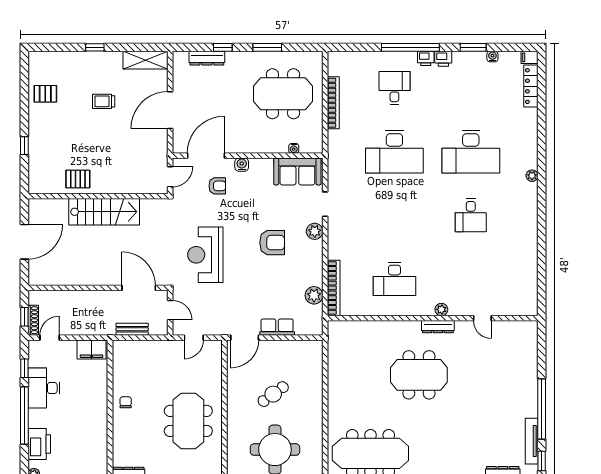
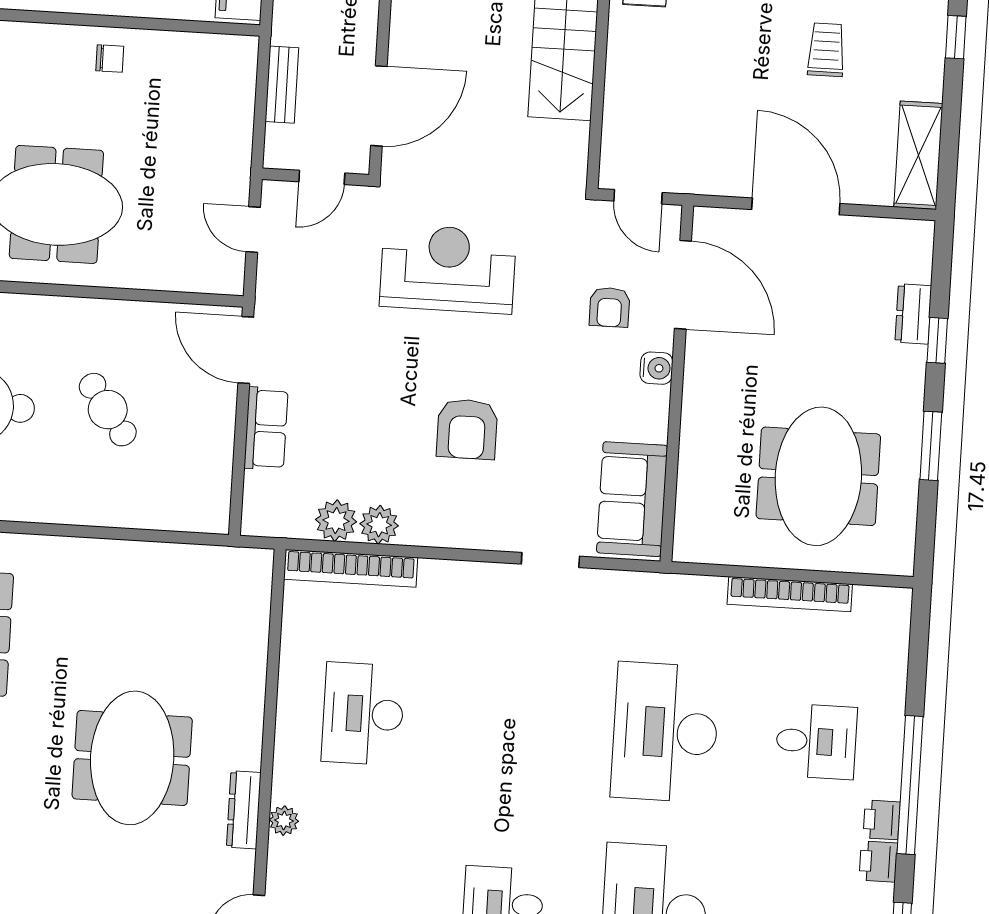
dresser: (207, 58) -> (913, 314), width x0.70
water cooler: (294, 148) -> (687, 494), removed
plant: (315, 231) -> (379, 525), moved

